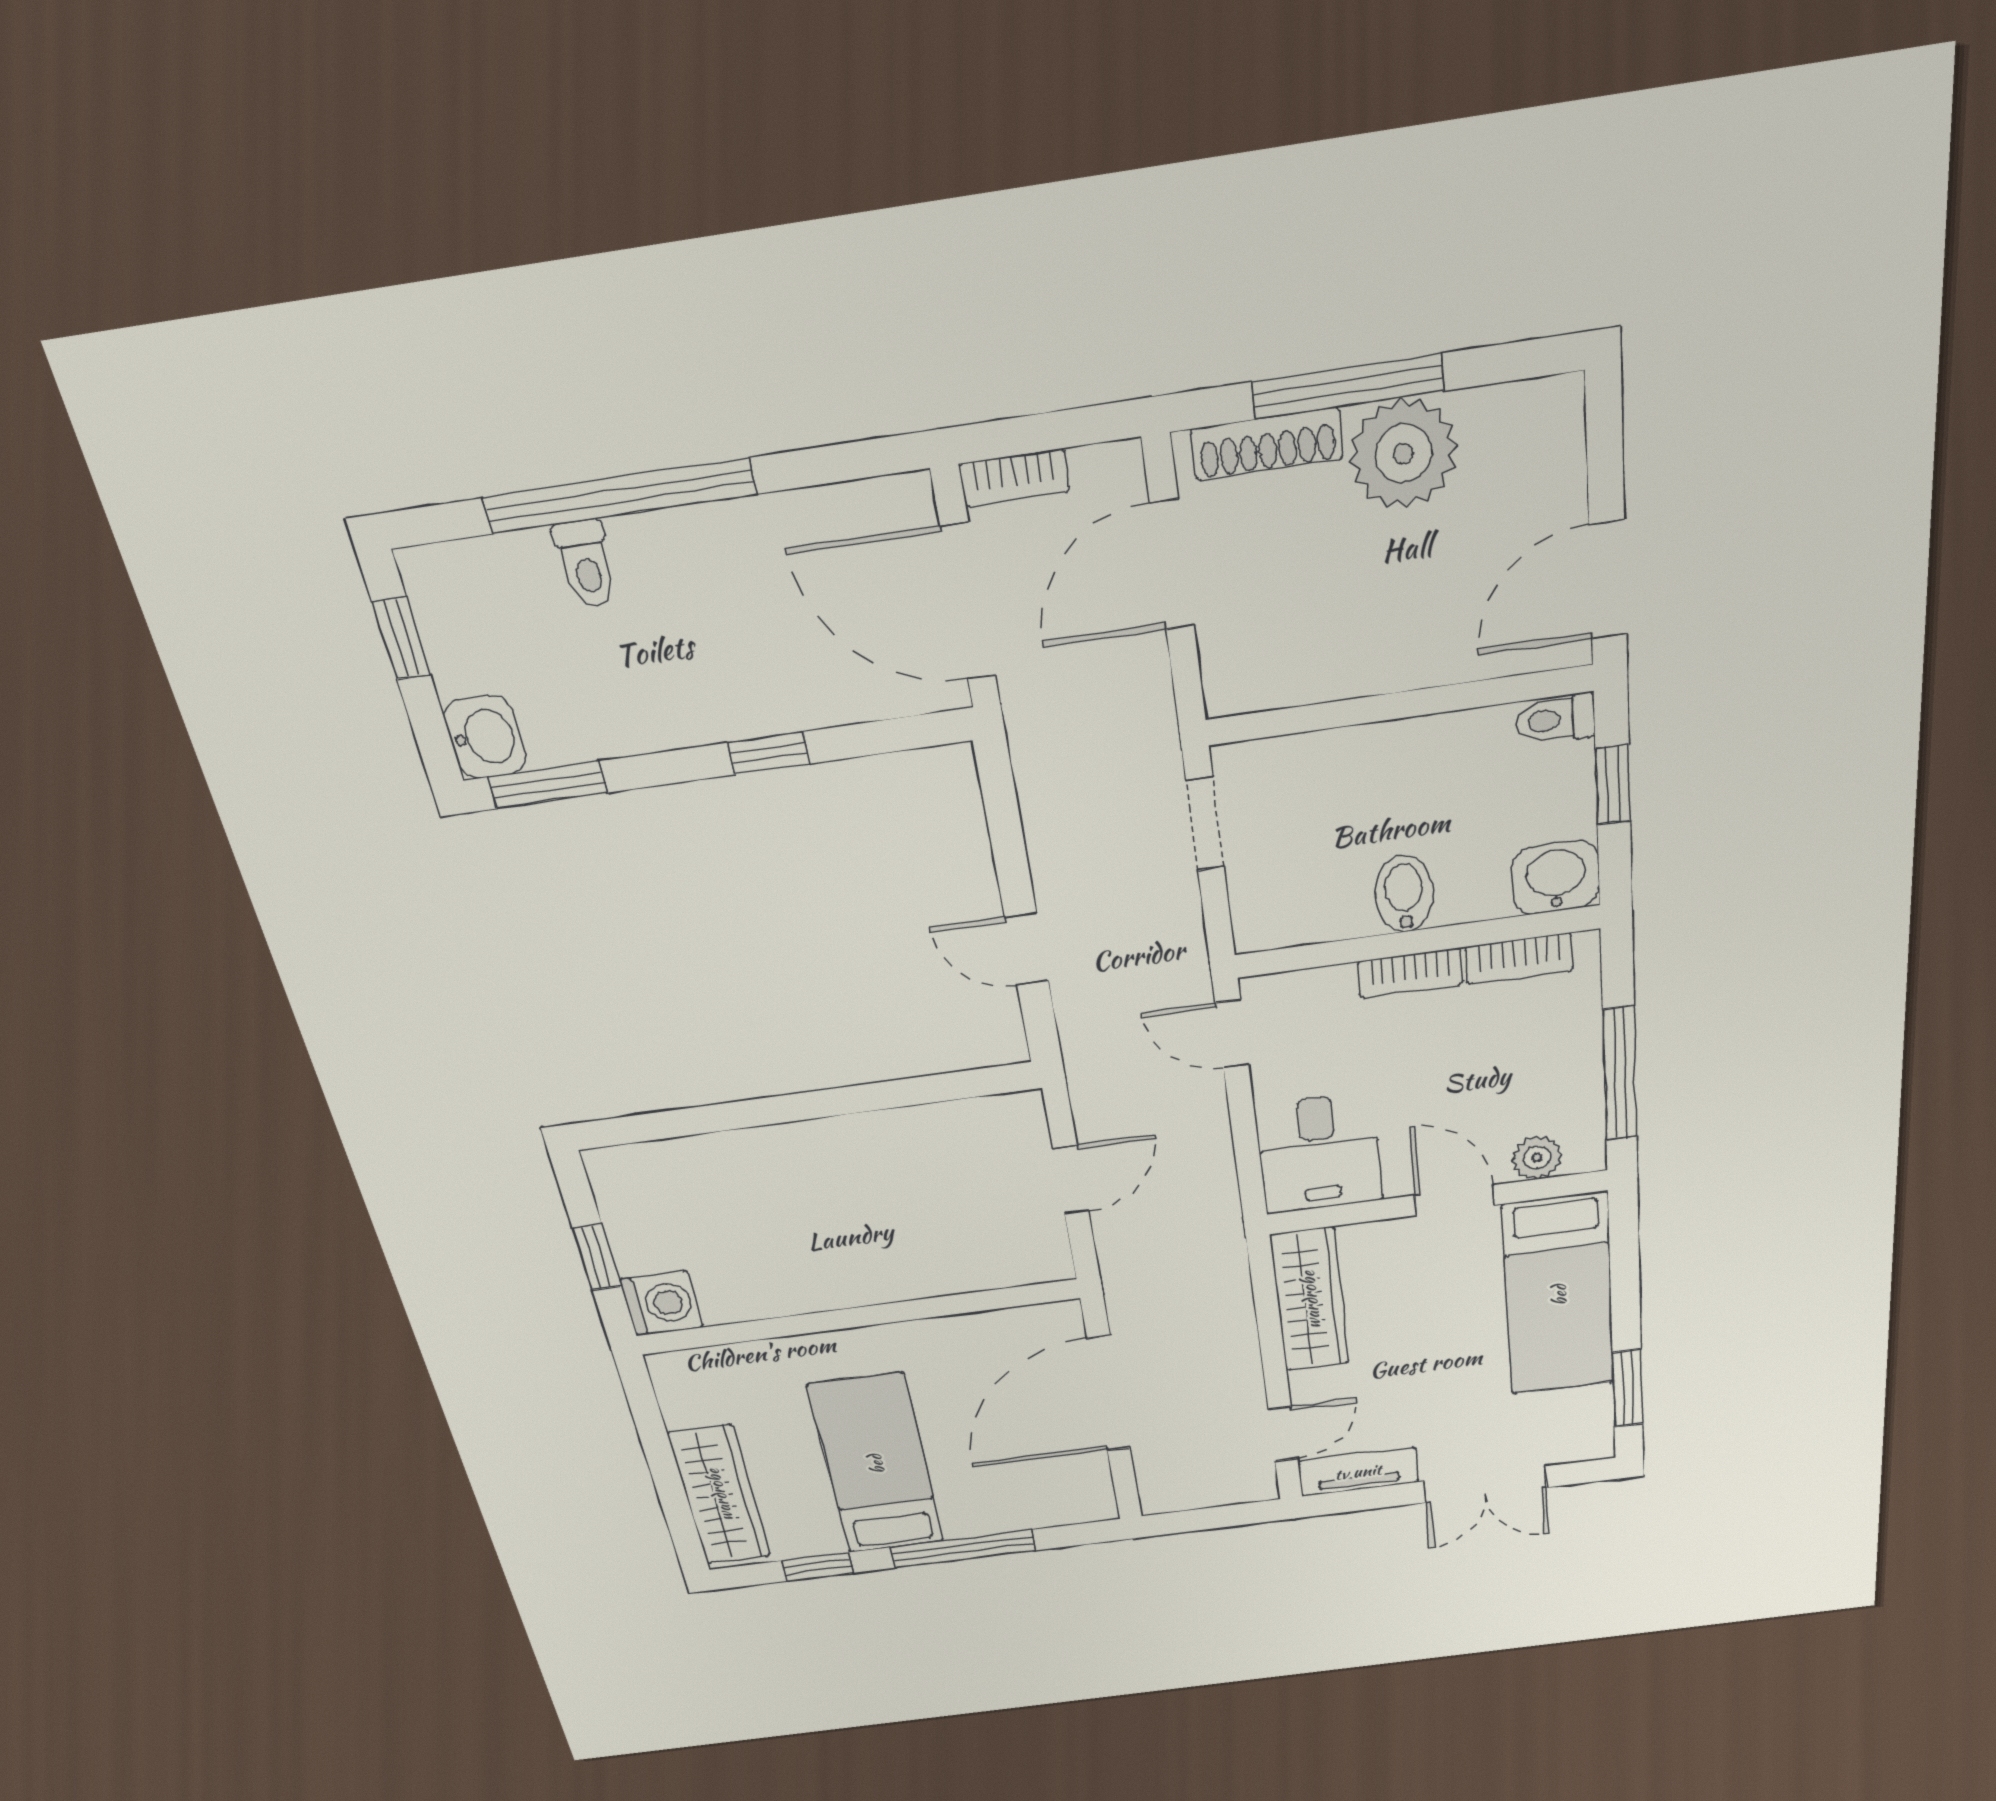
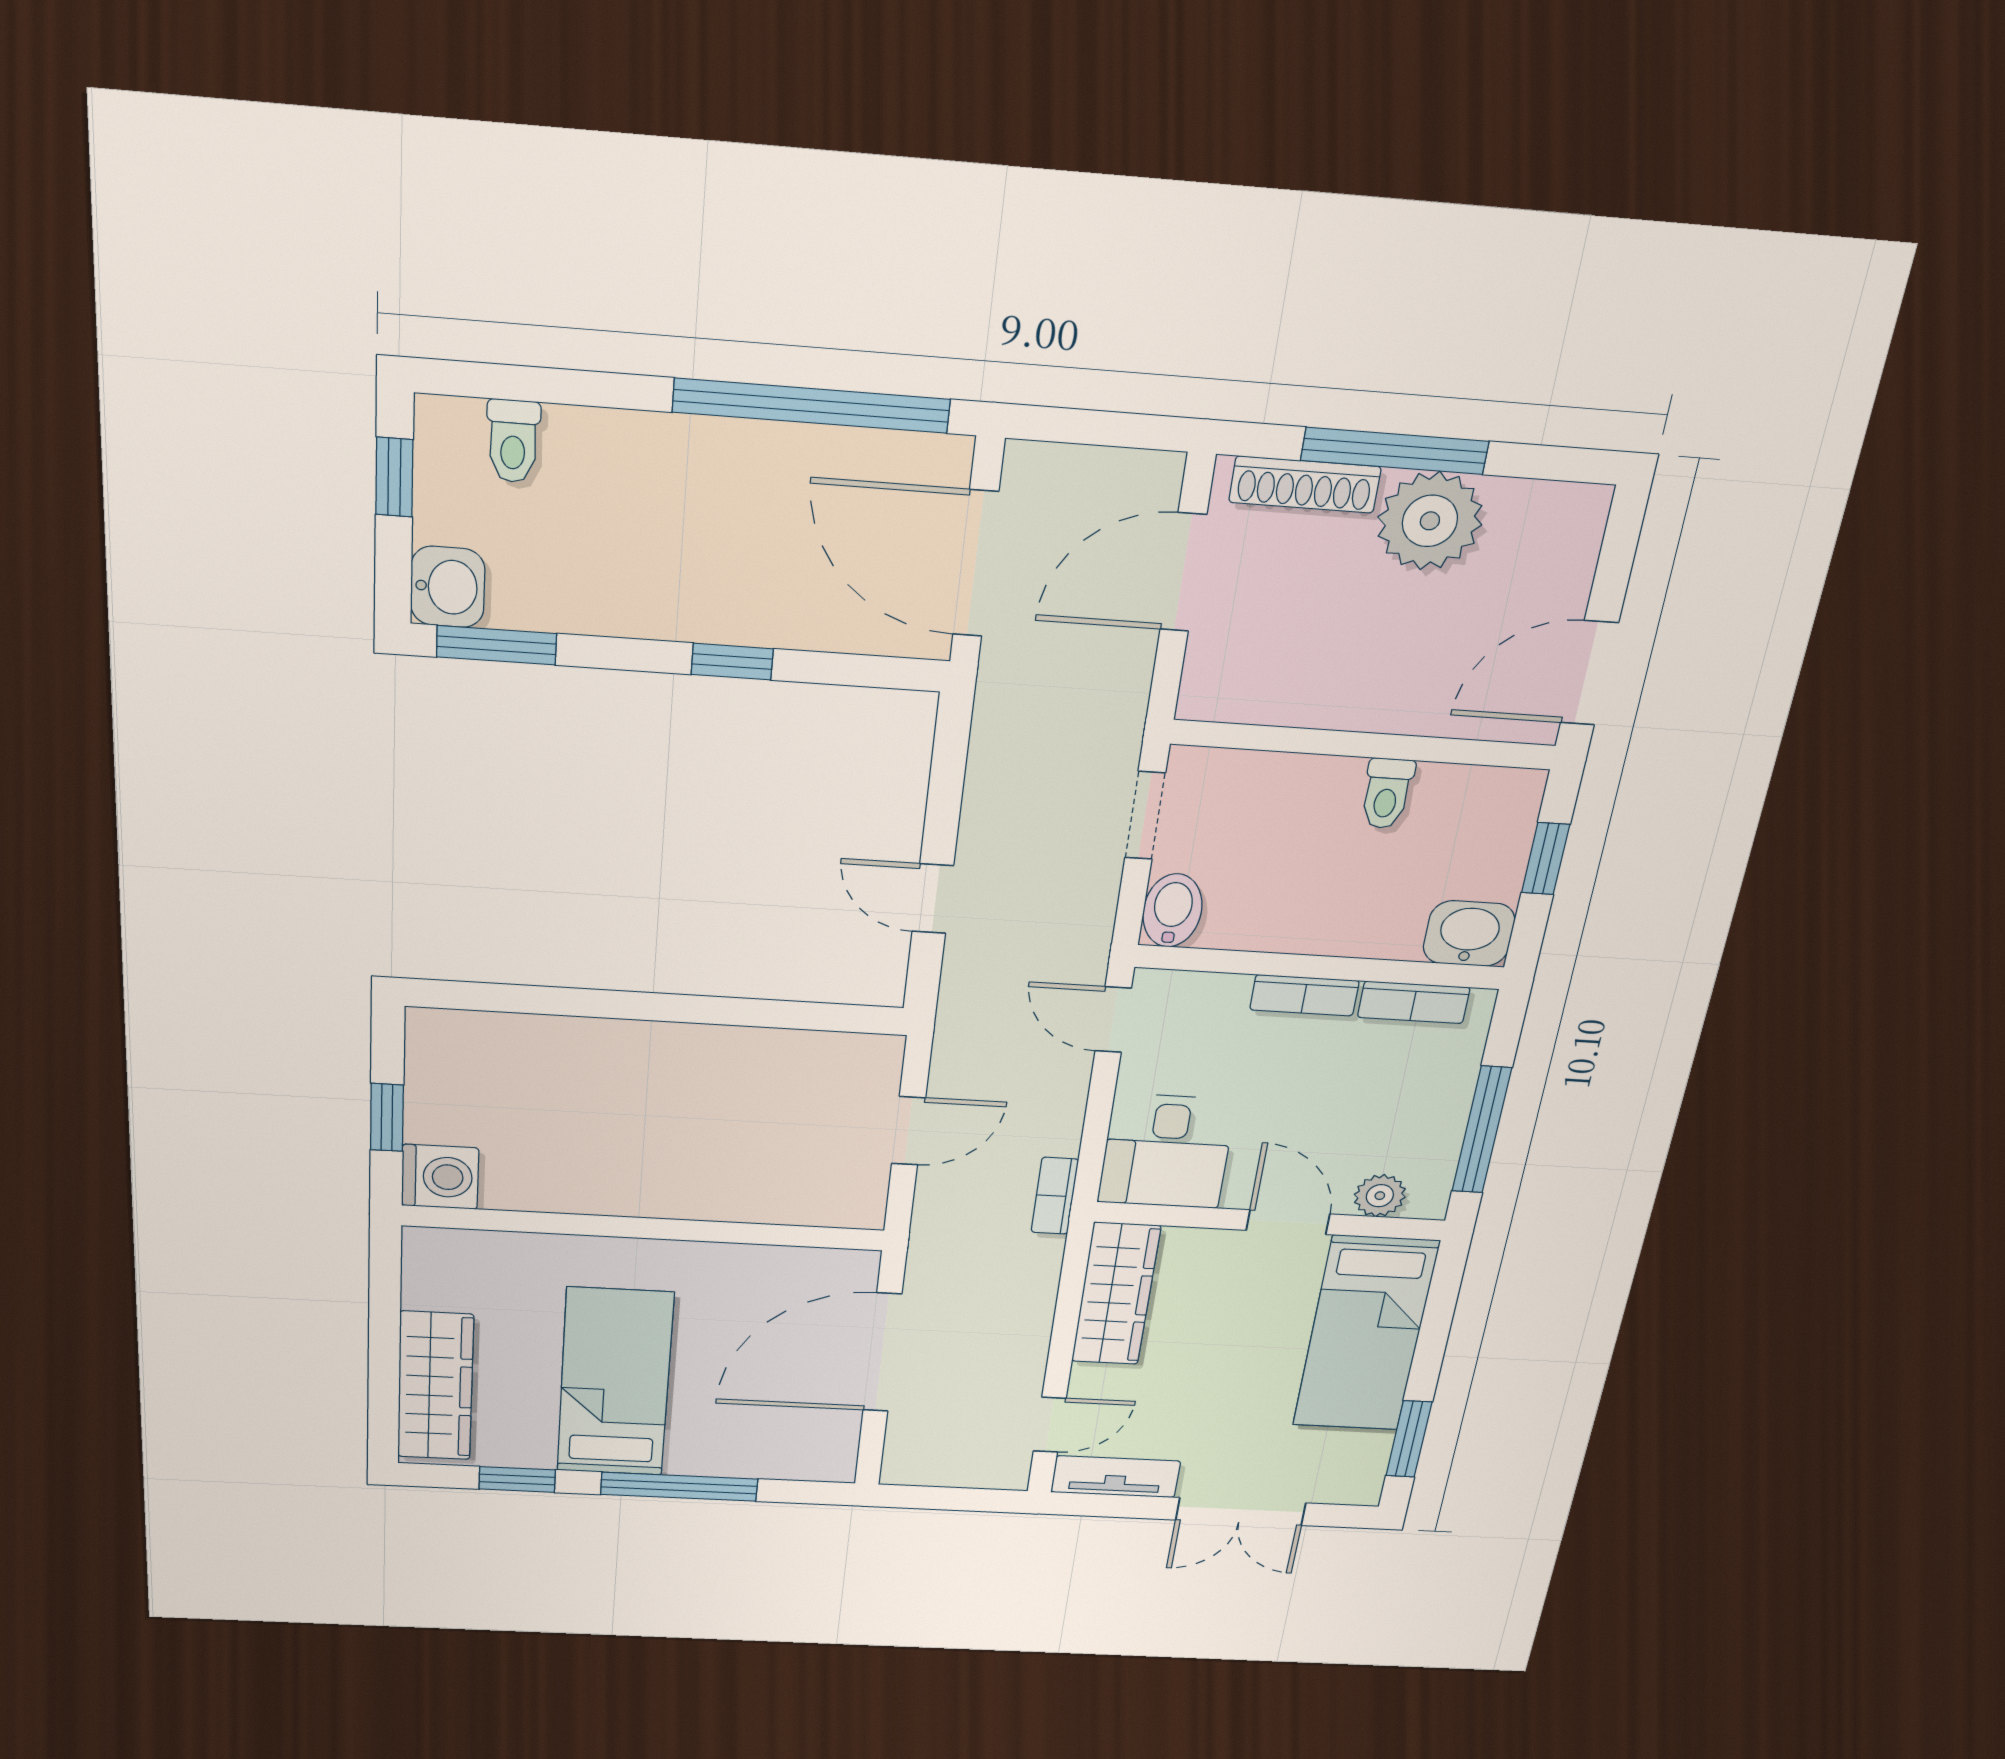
bookcase: (1014, 478) -> (1055, 1196), moved, turned 90
window: (620, 496) -> (811, 406), moved
toilet: (586, 564) -> (513, 441), moved
toilet: (1555, 719) -> (1387, 794), moved, turned -90
bidet: (1404, 894) -> (1172, 910), moved

